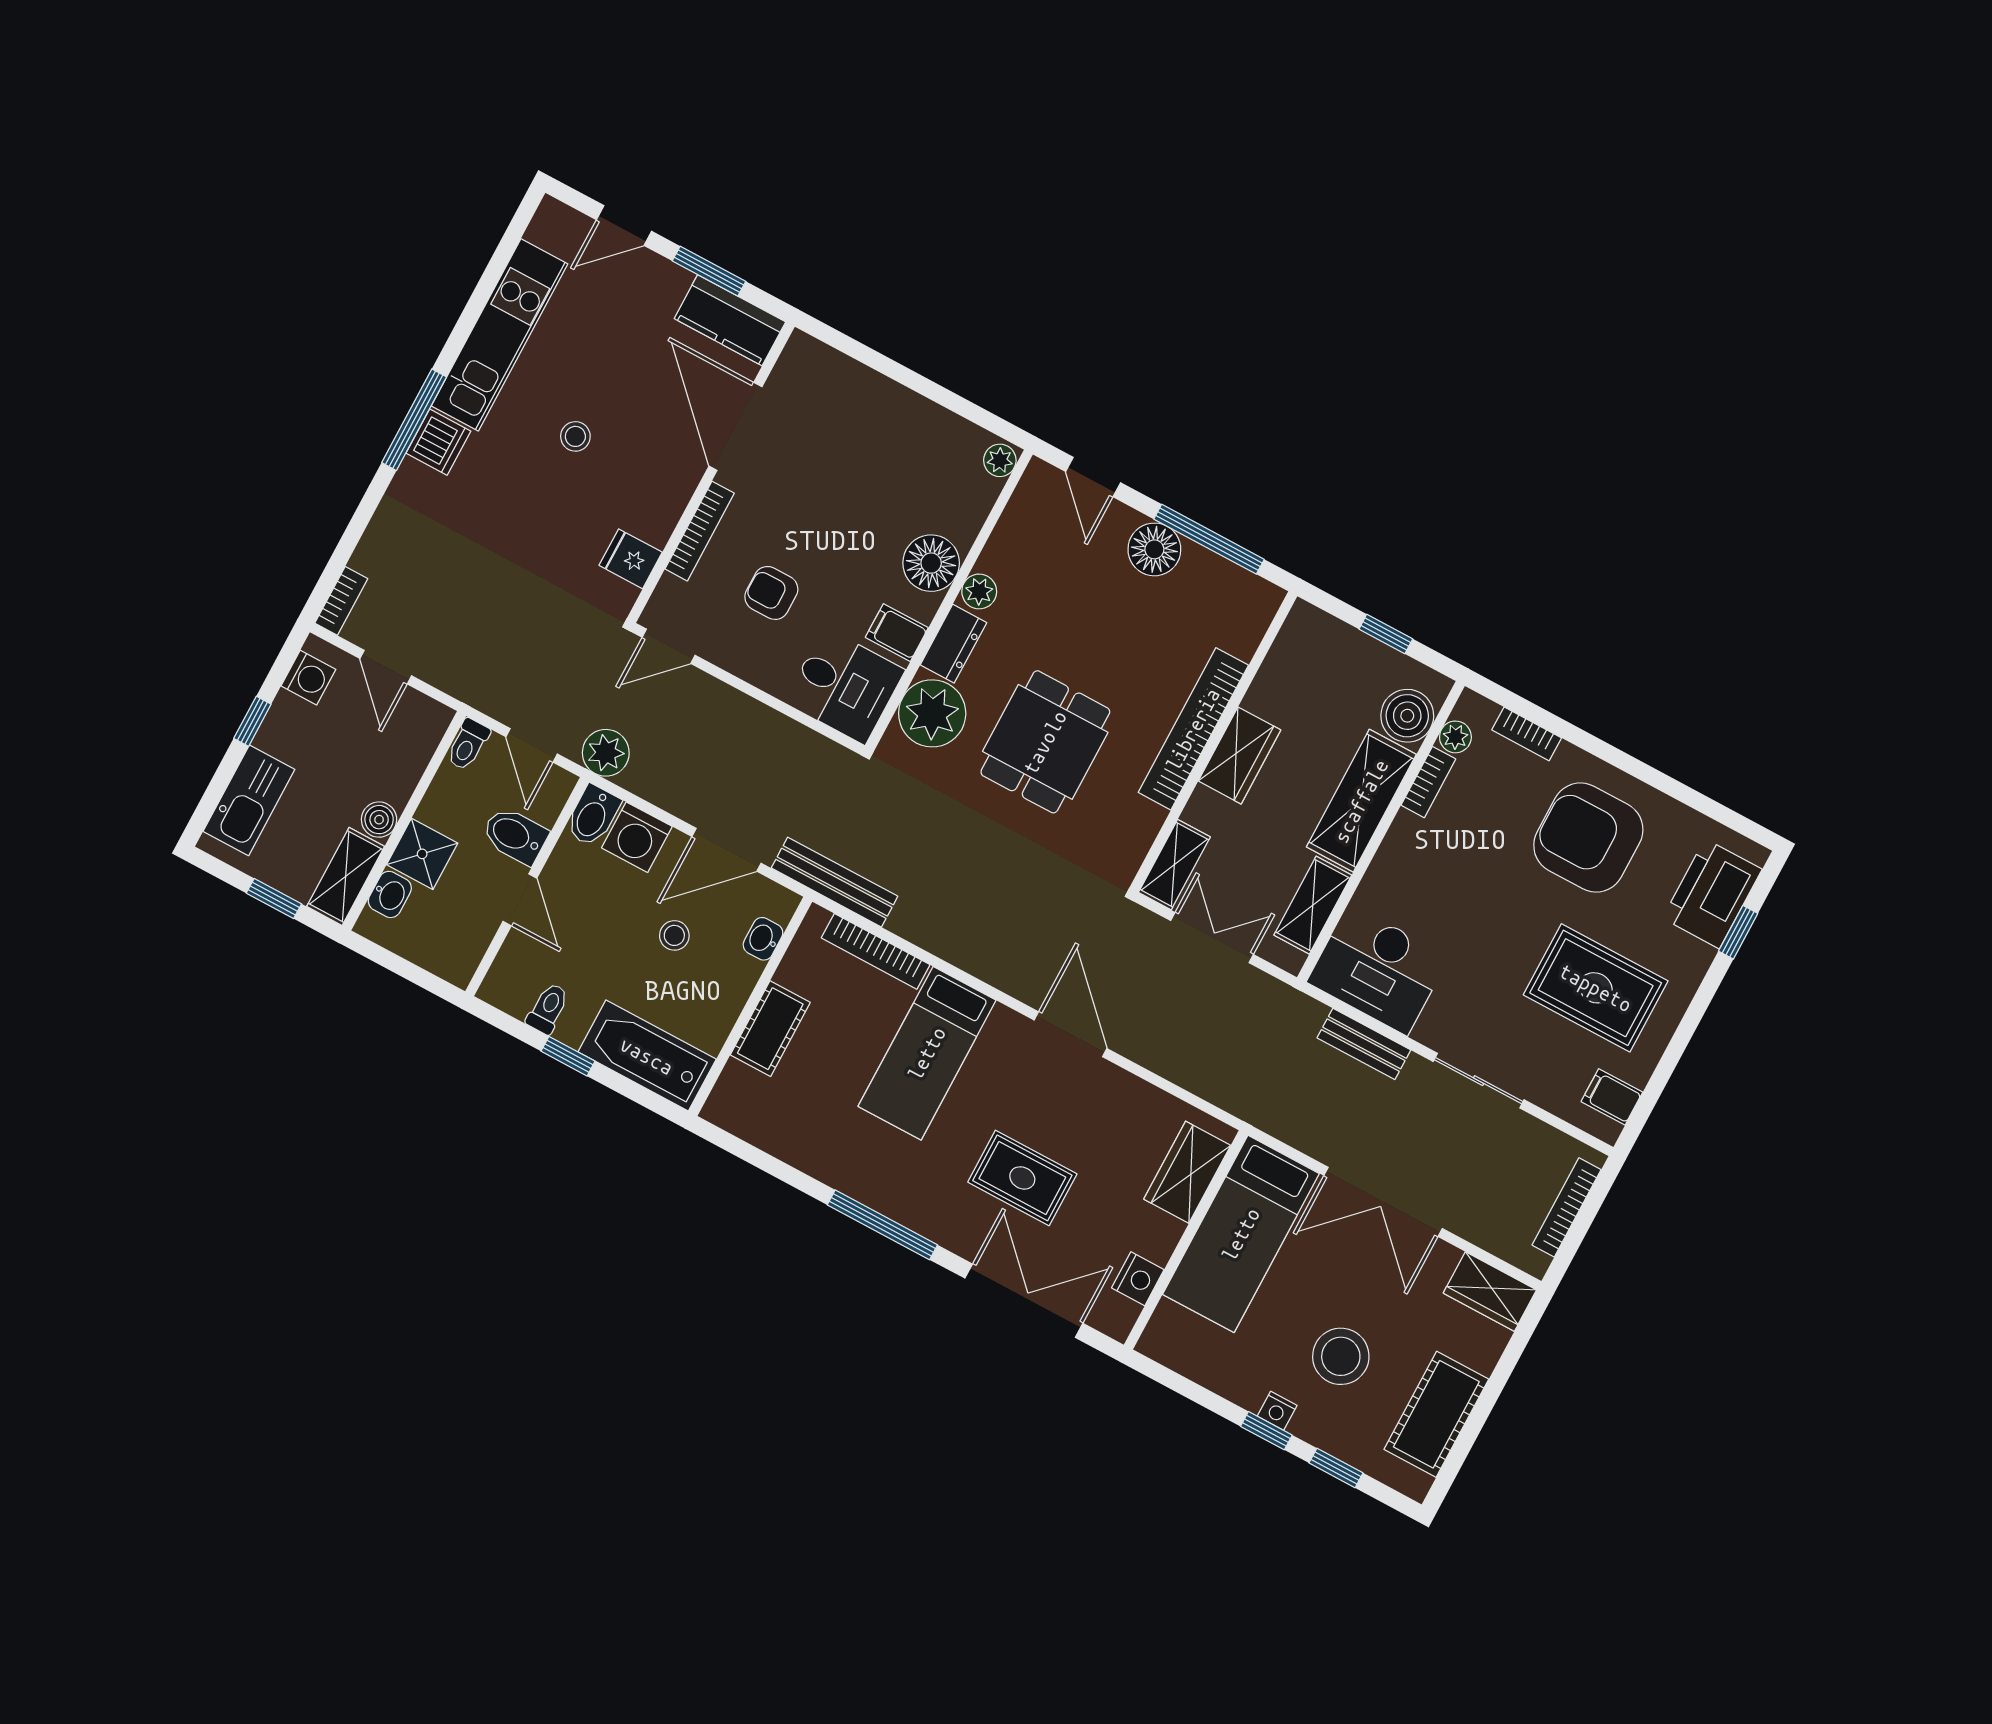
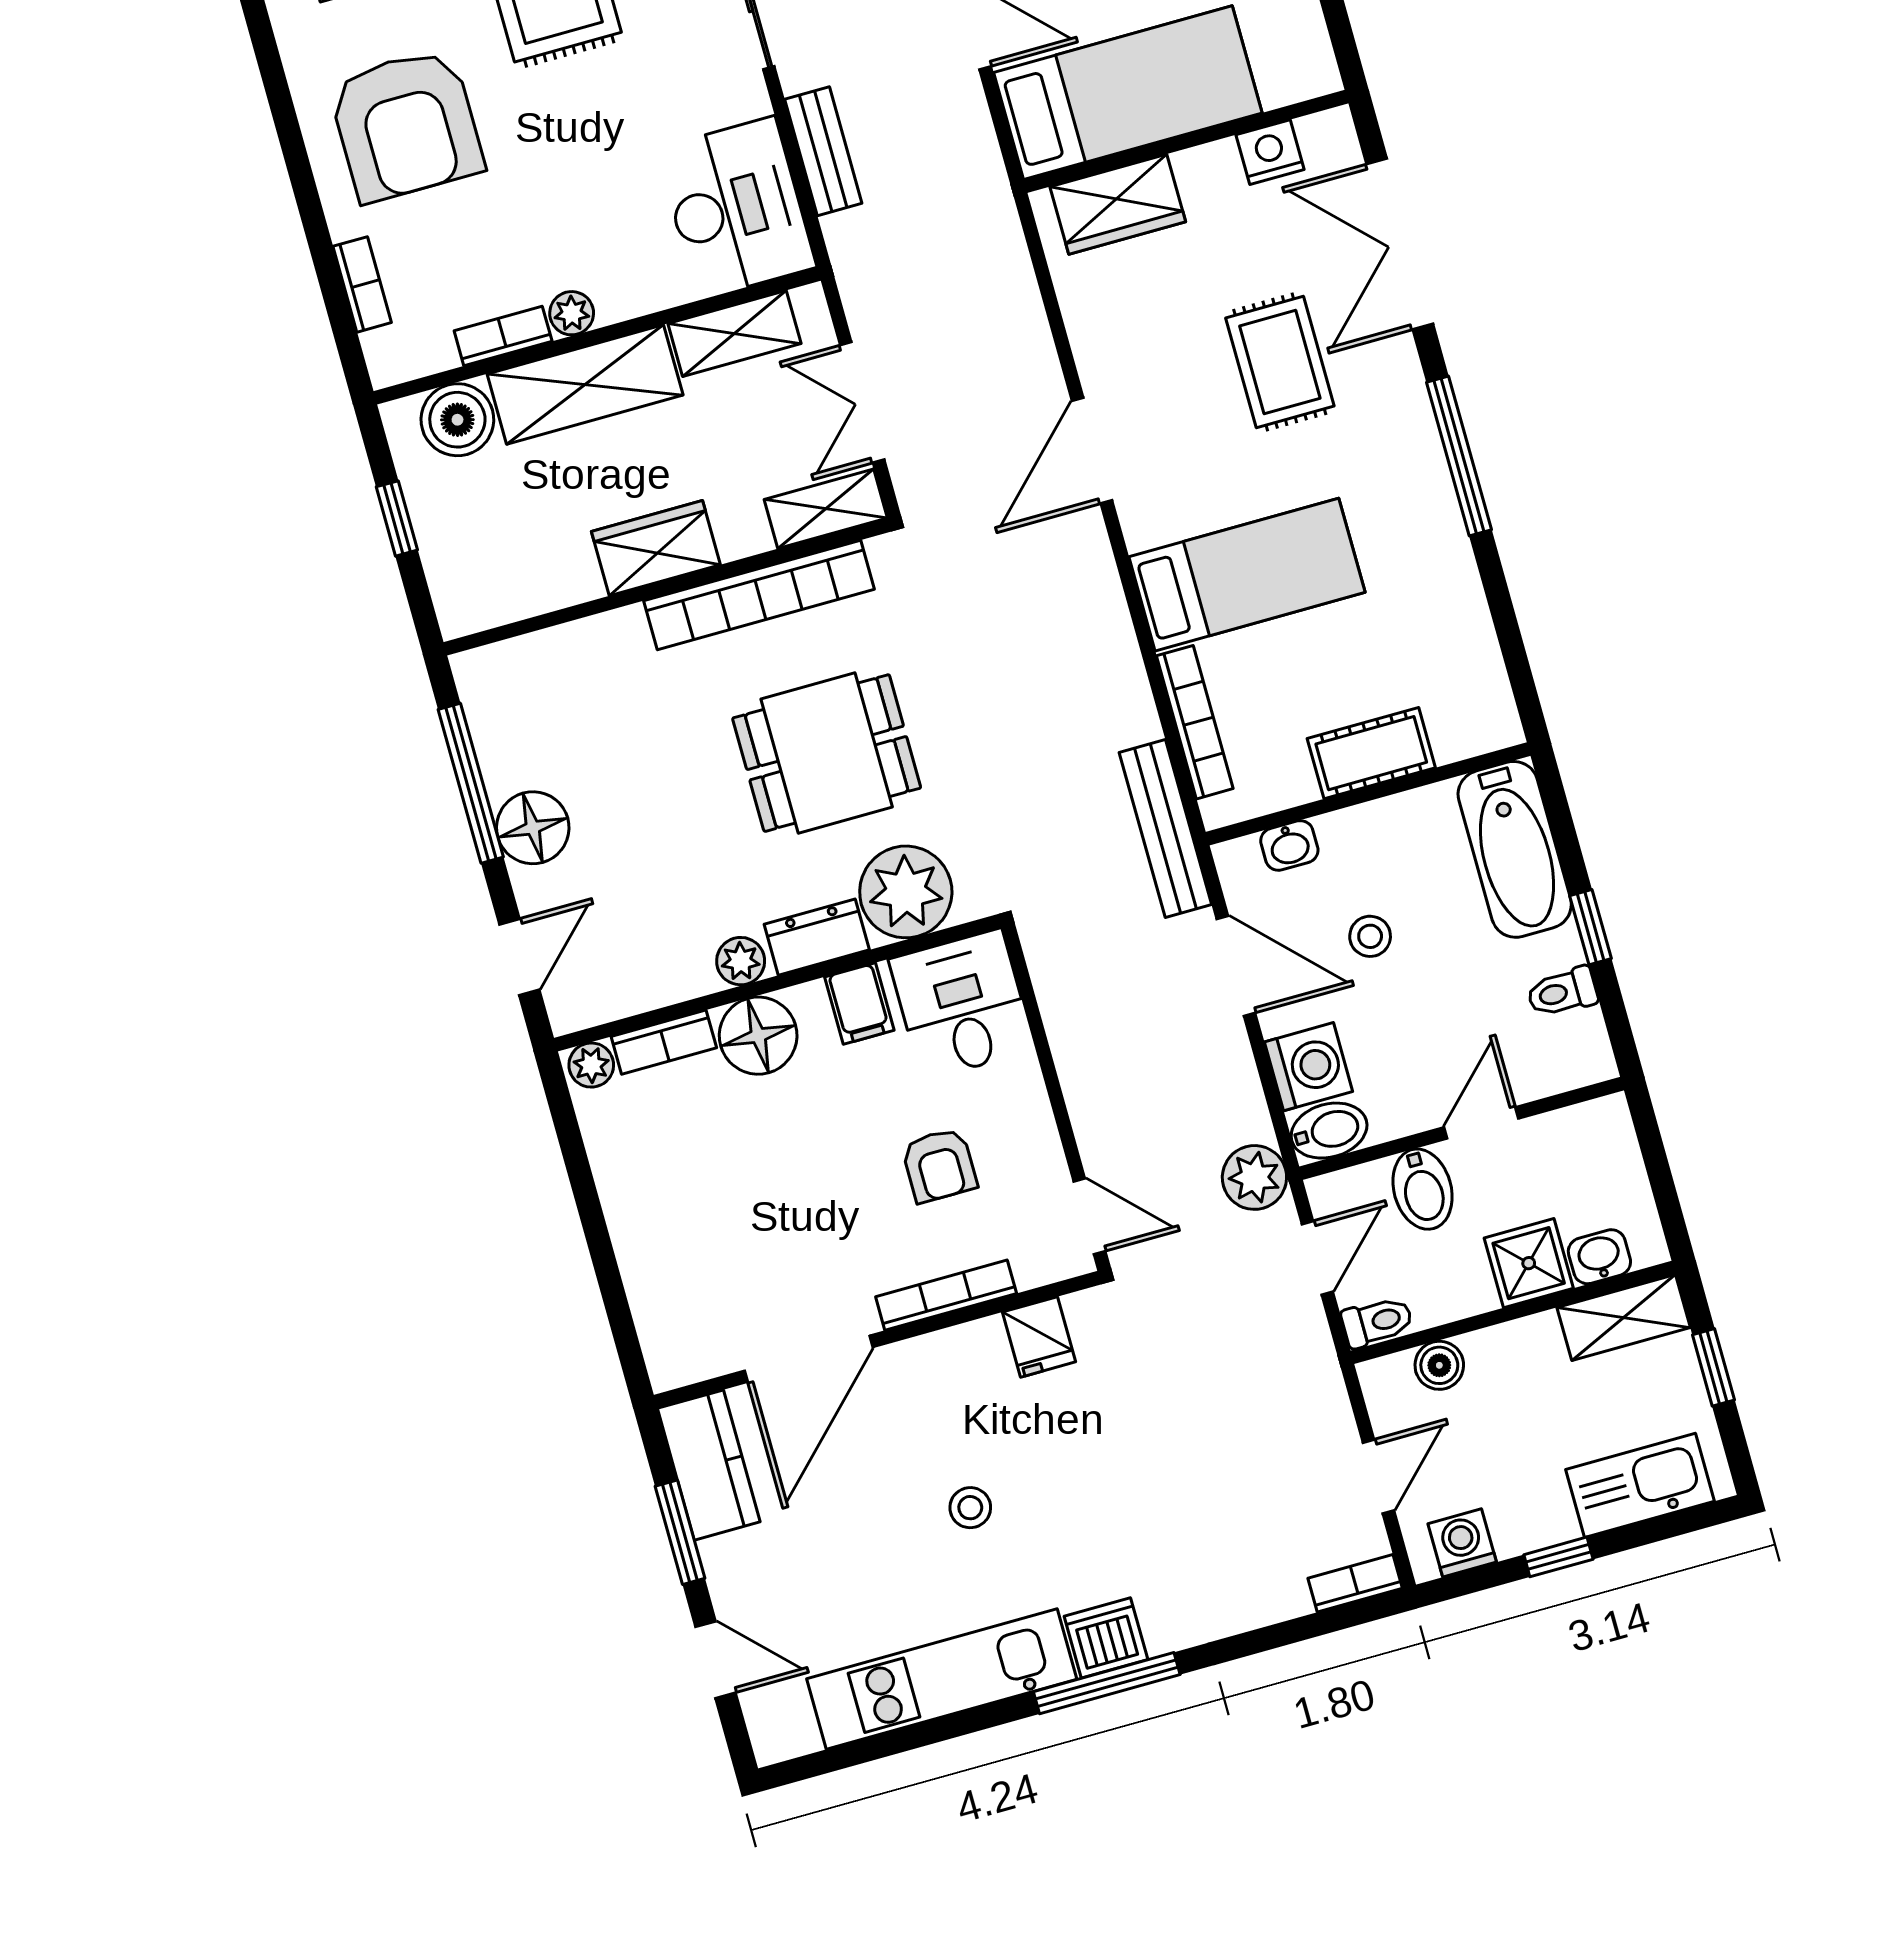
bookcase: (975, 510) -> (664, 1042), added
bookcase: (1193, 729) -> (759, 595), moved
plant: (1455, 737) -> (572, 313), moved
boiler: (379, 820) -> (1439, 1365), moved

